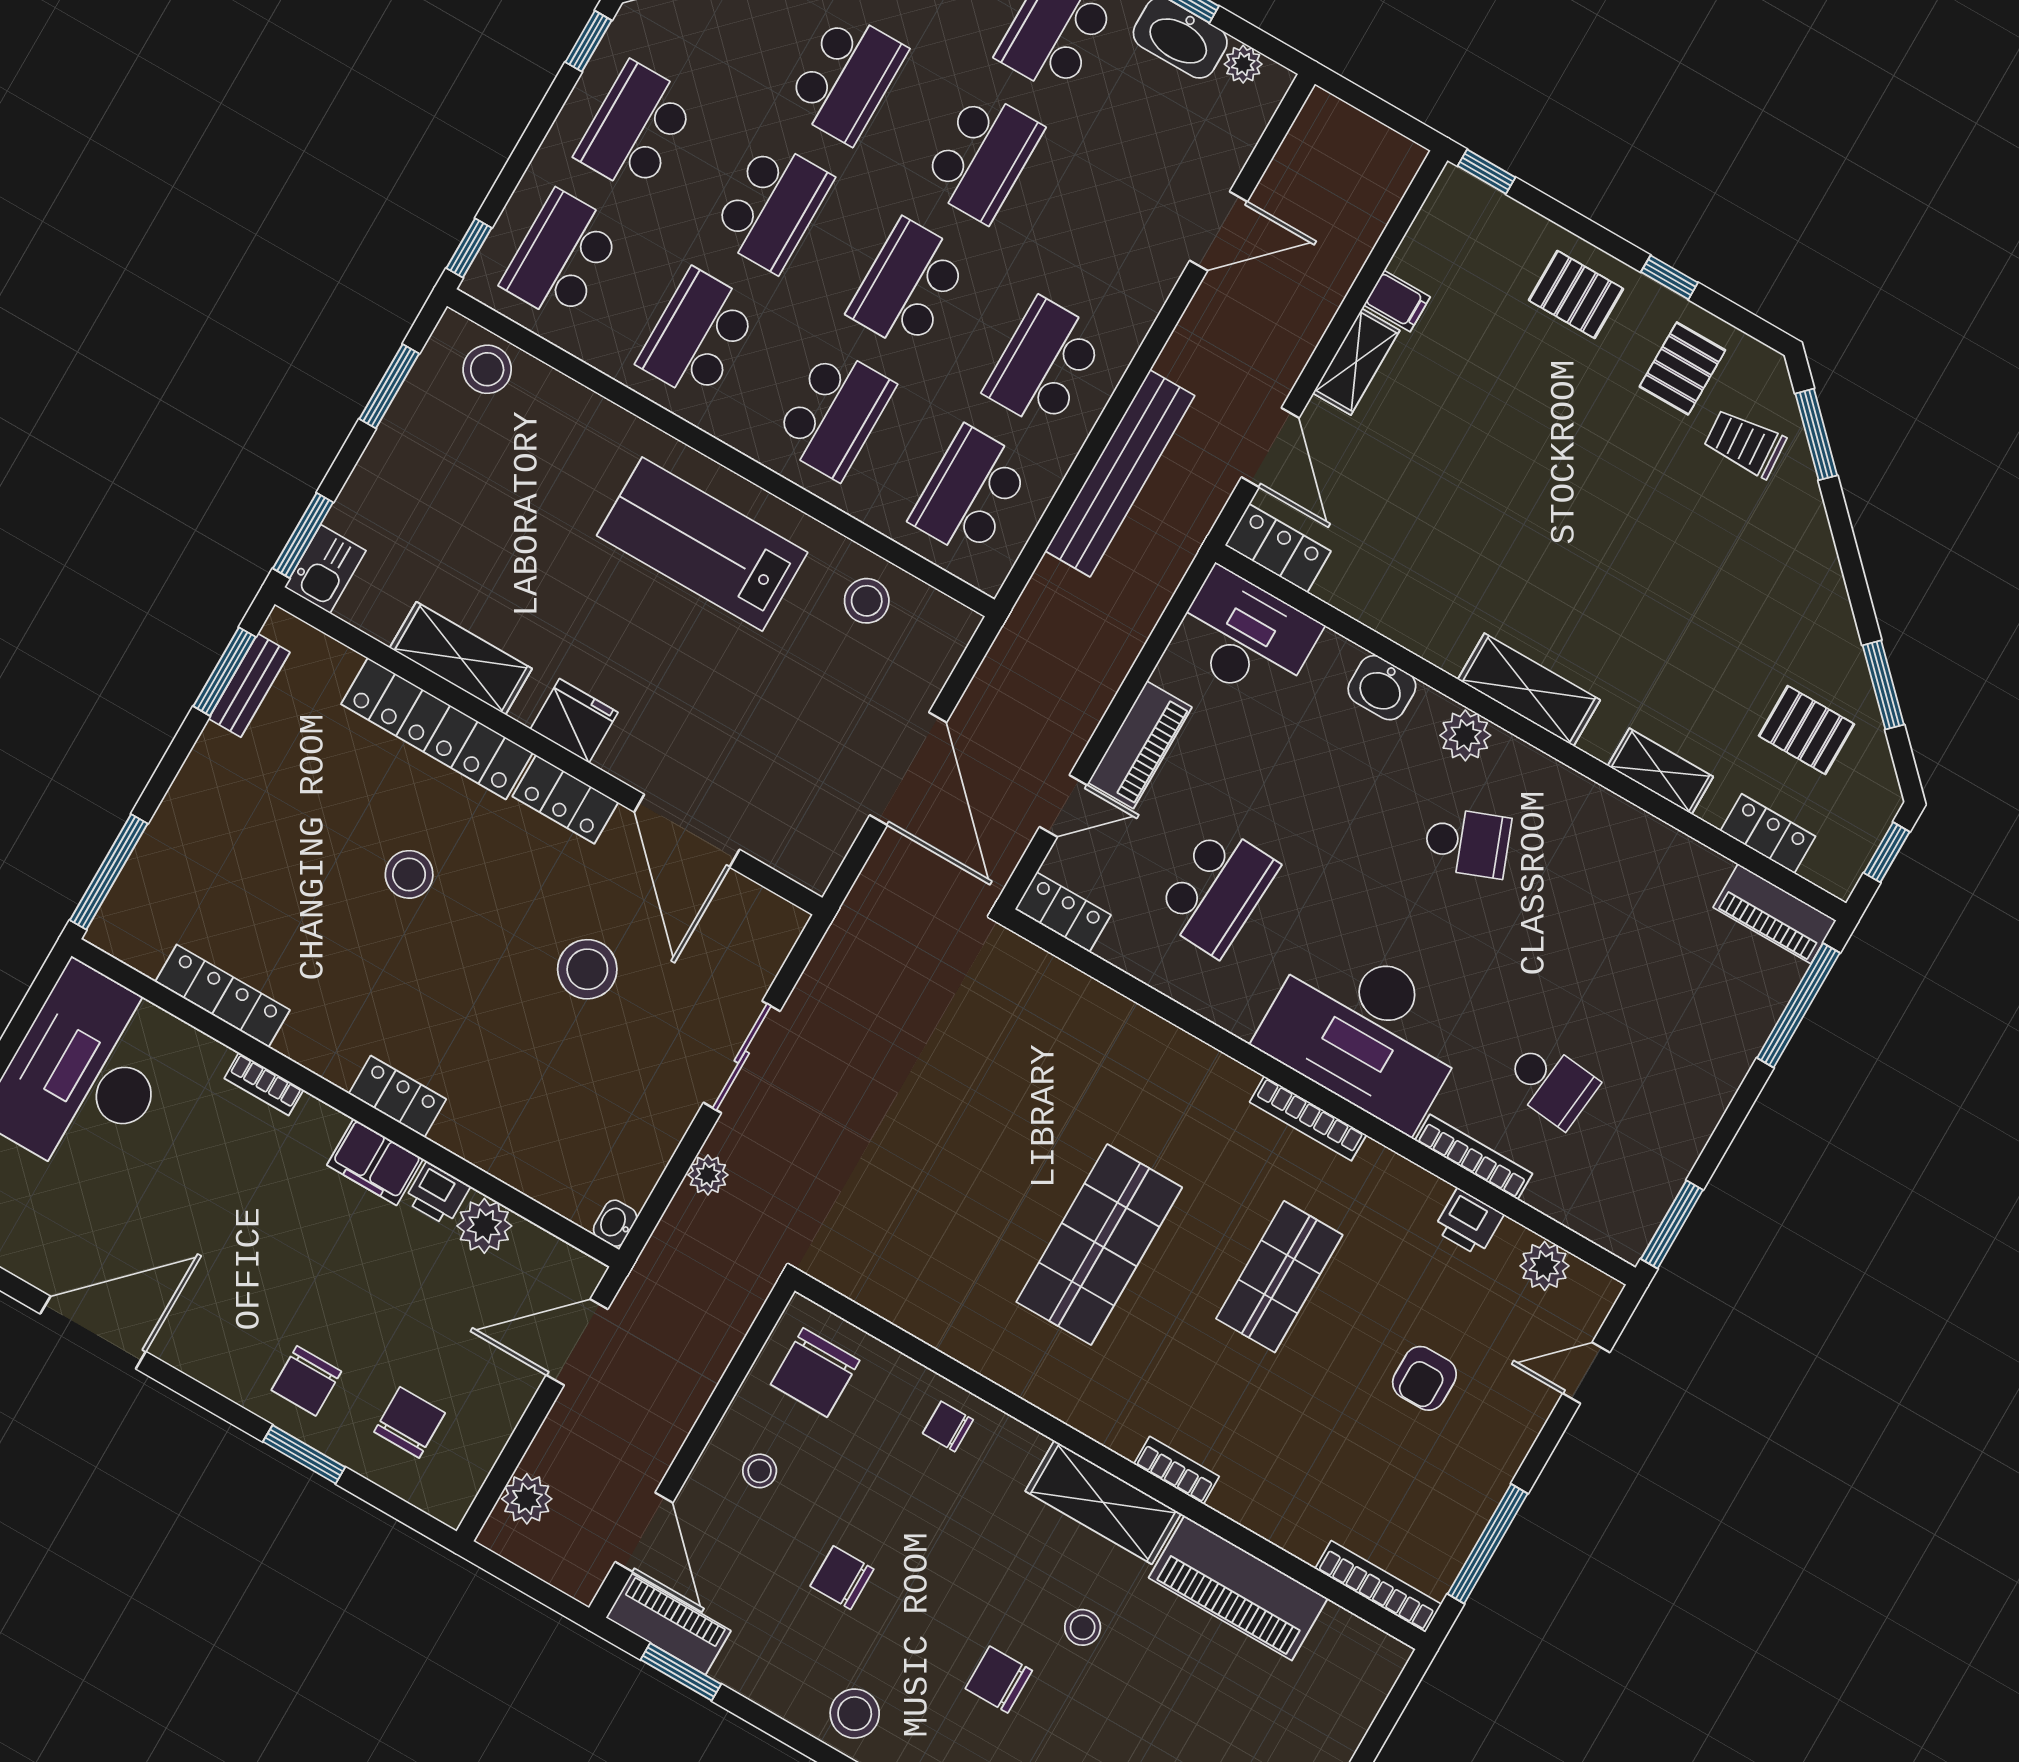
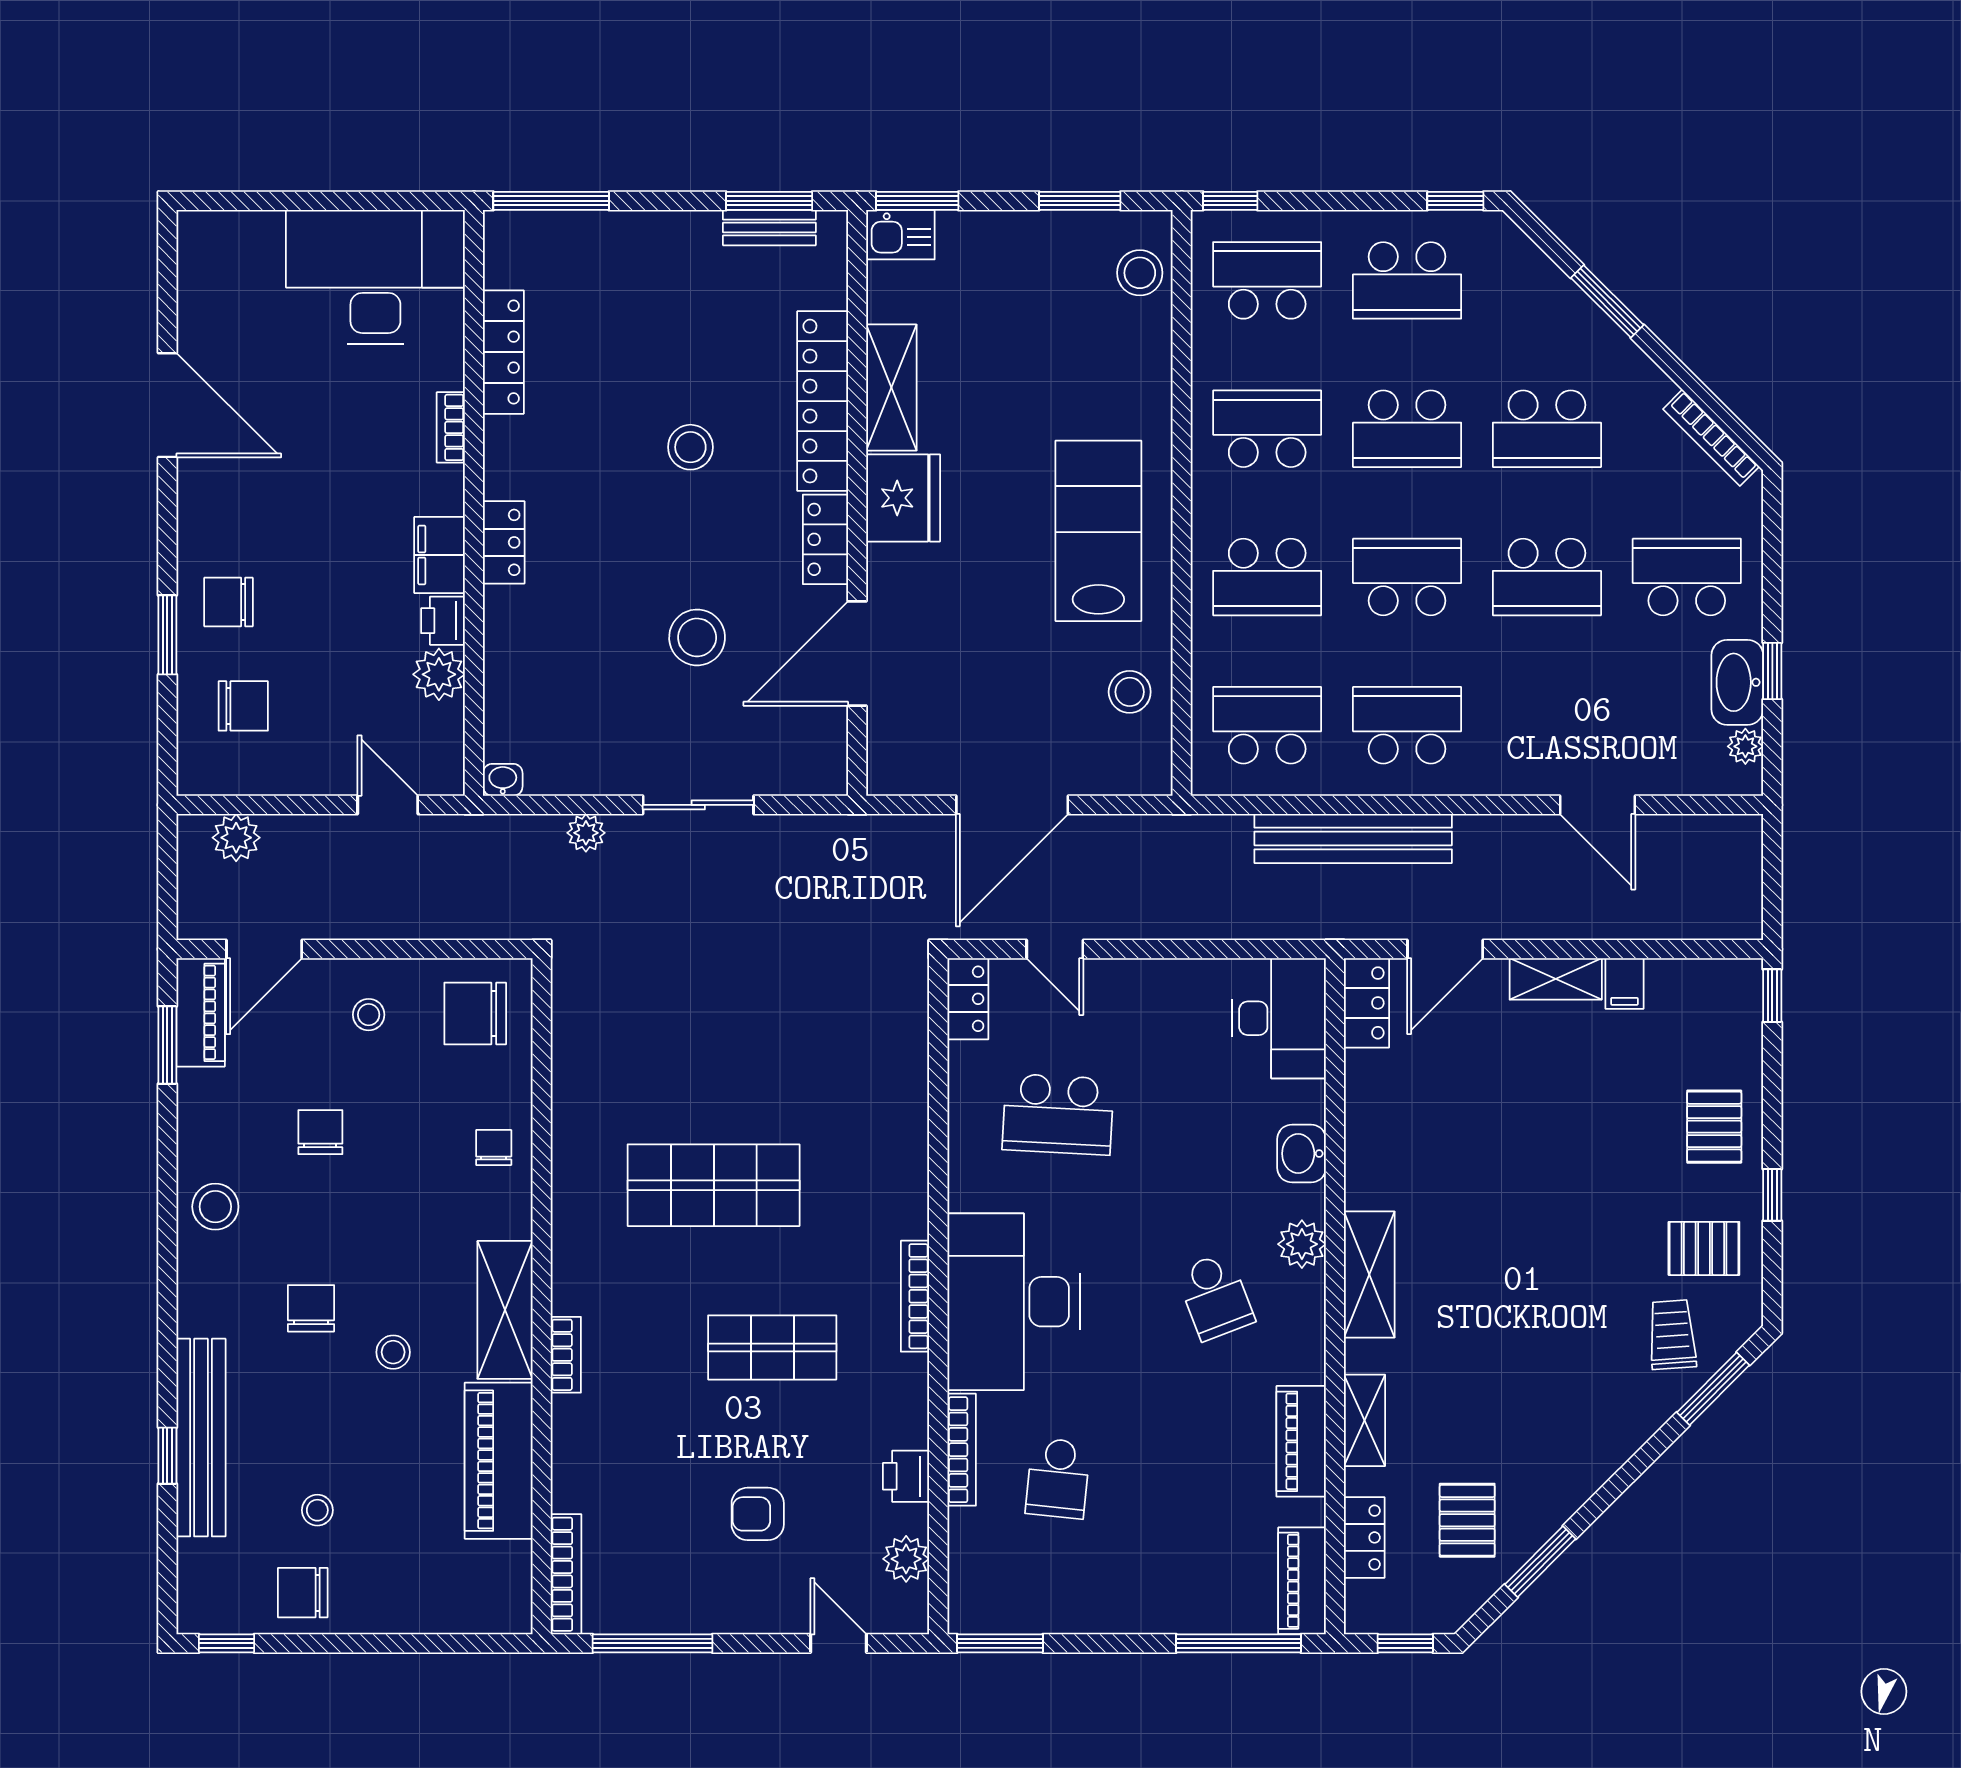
school desk: (636, 128) -> (1407, 280), turned 180
fridge: (574, 721) -> (903, 498), width x1.36, depth x1.34
piano: (1140, 745) -> (1301, 1441), moved, turned 90
door: (577, 1342) -> (388, 805), width x0.73

